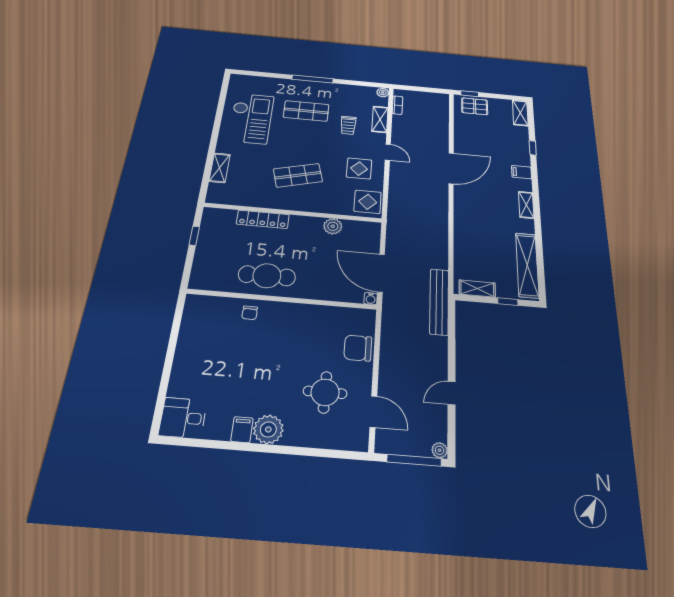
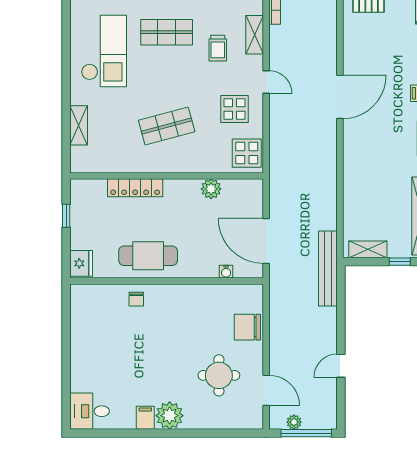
fridge: (201, 277) -> (81, 263), added
water cooler: (371, 299) -> (226, 272), moved
plant: (440, 450) -> (294, 422), moved

